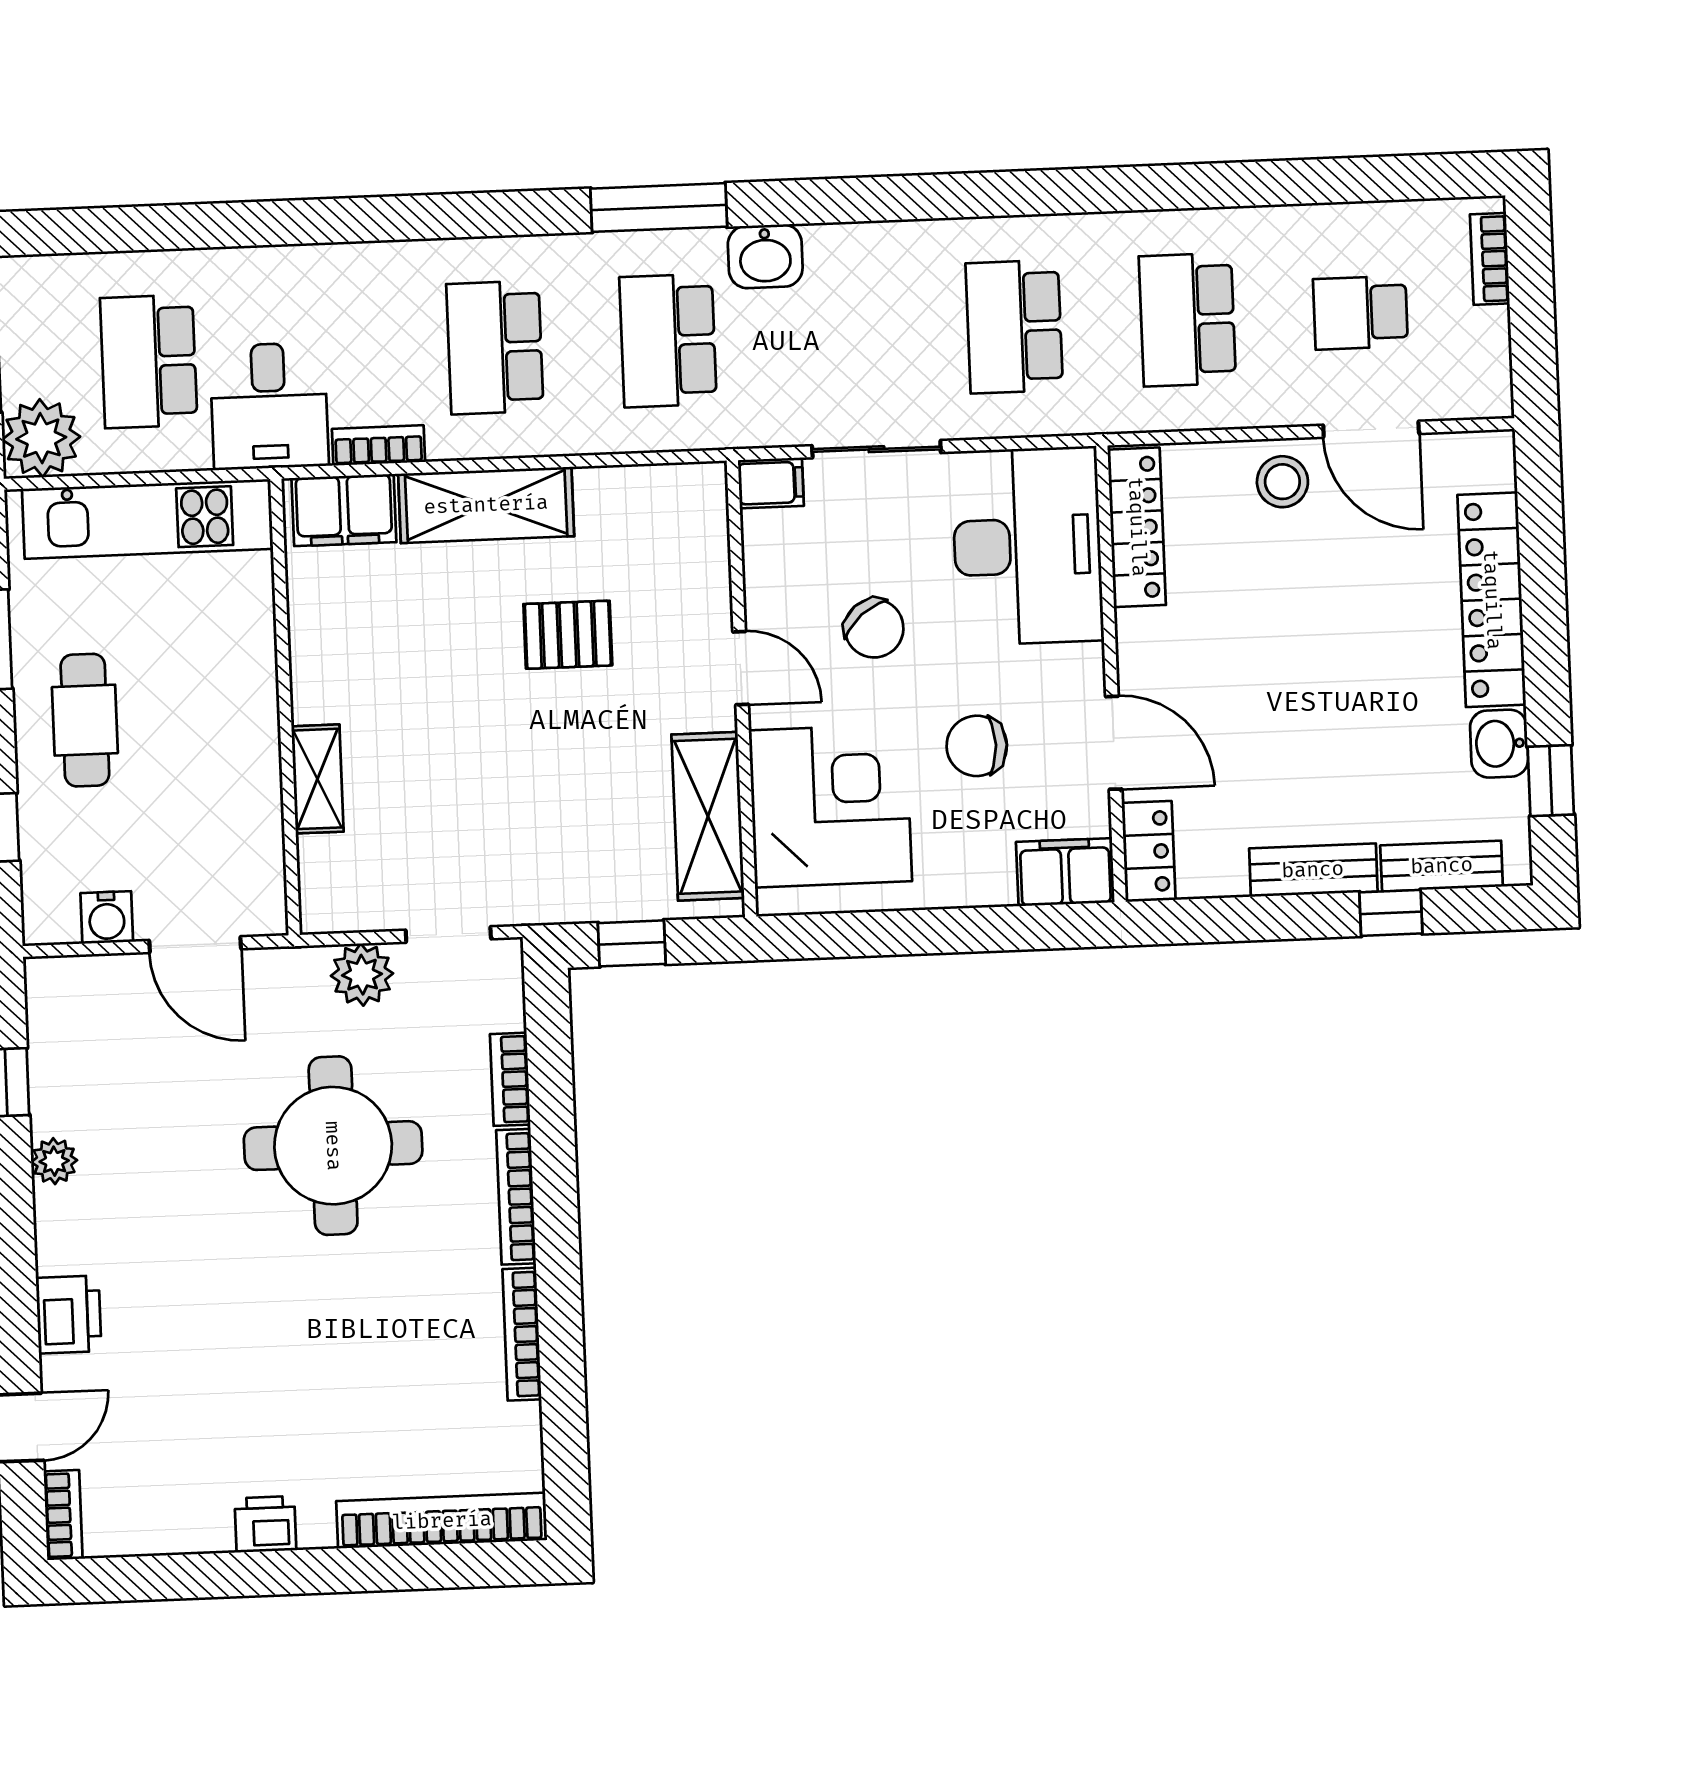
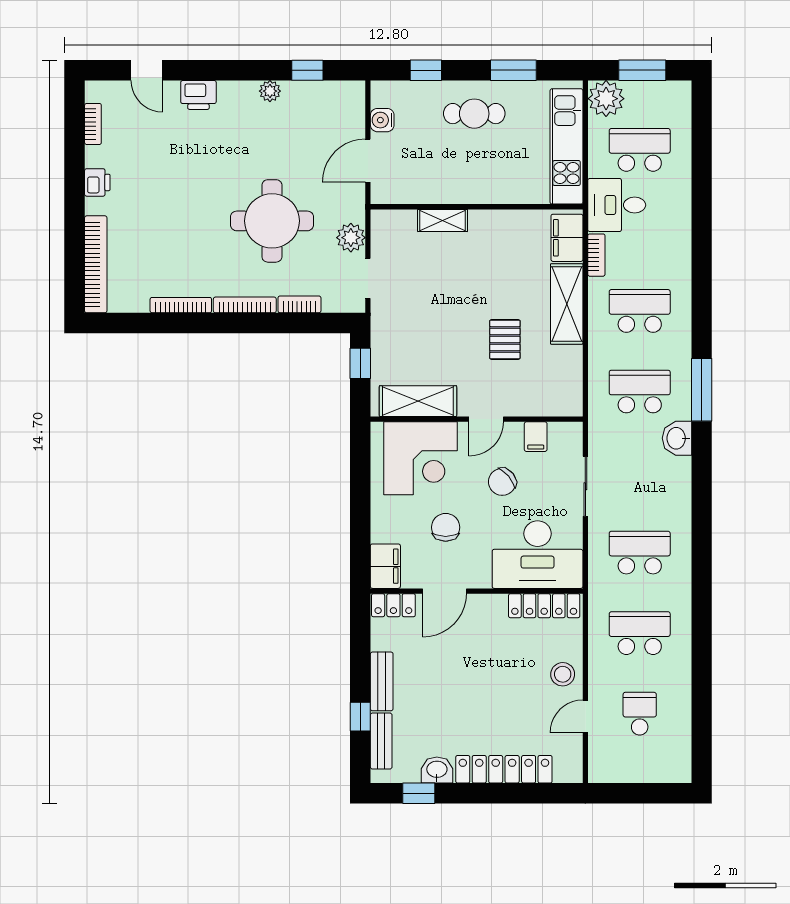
bookcase: (1490, 259) -> (662, 775), removed
door: (1371, 429) -> (585, 716), width x0.73
filing cabinet: (771, 483) -> (536, 437), moved
bookcase: (63, 1515) -> (93, 124), moved, turned -90

